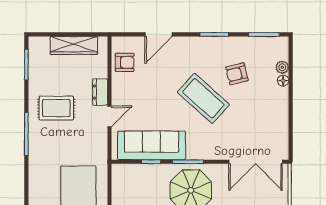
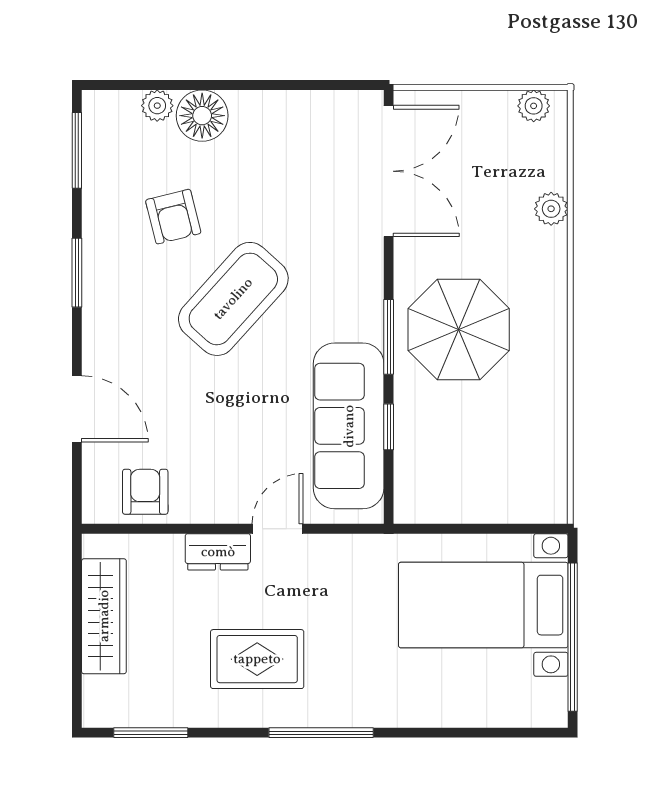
floor lamp: (283, 81) -> (202, 116), width x1.89, depth x1.89
rug: (56, 108) -> (257, 659), turned 90
door: (110, 116) -> (278, 529), hinge flipped

